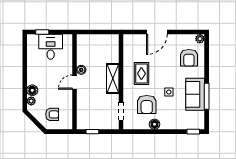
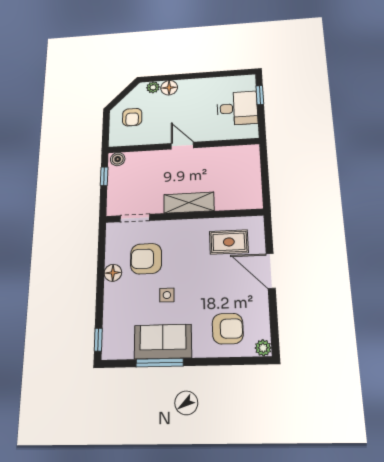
armchair: (189, 58) -> (228, 329), turned 180
boiler: (81, 70) -> (118, 159), moved
rug: (141, 74) -> (229, 242), moved

